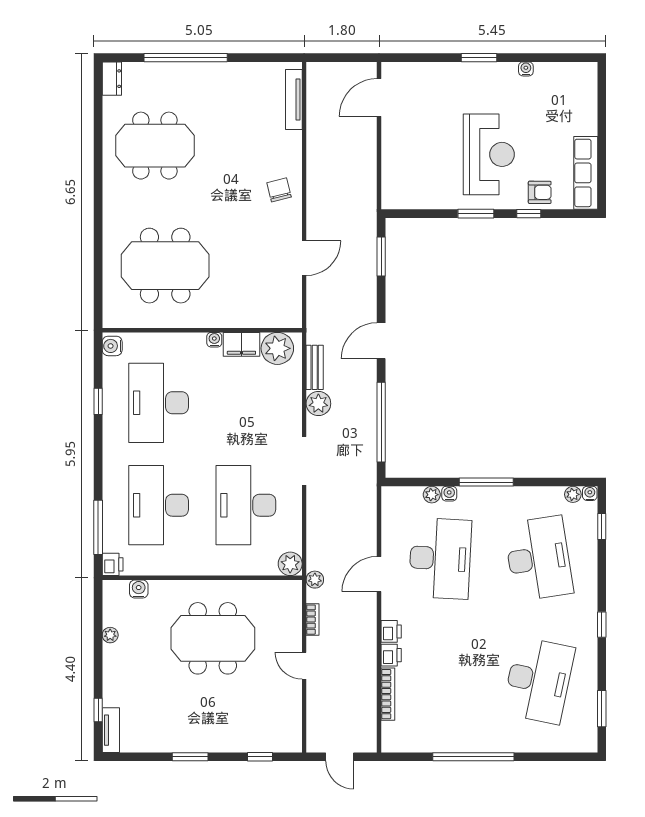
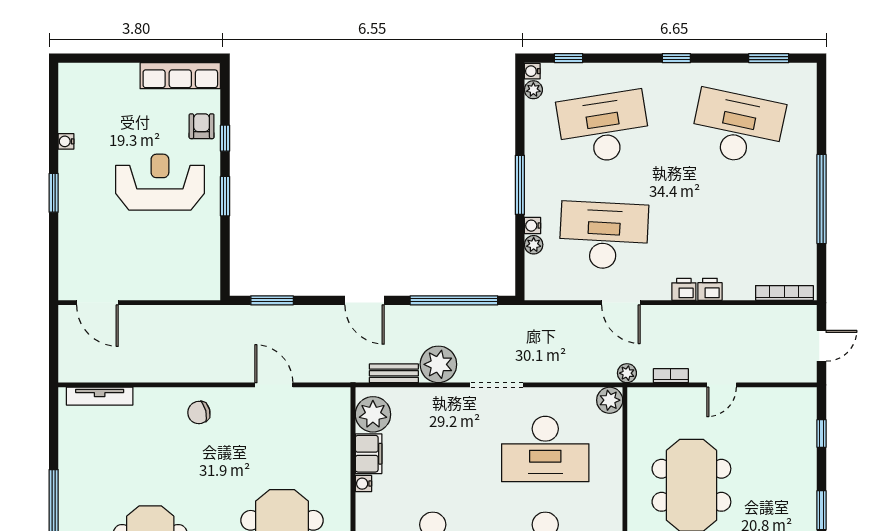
plant: (318, 404) -> (438, 364), width x1.36, depth x1.36
bookcase: (388, 694) -> (784, 293), moved

